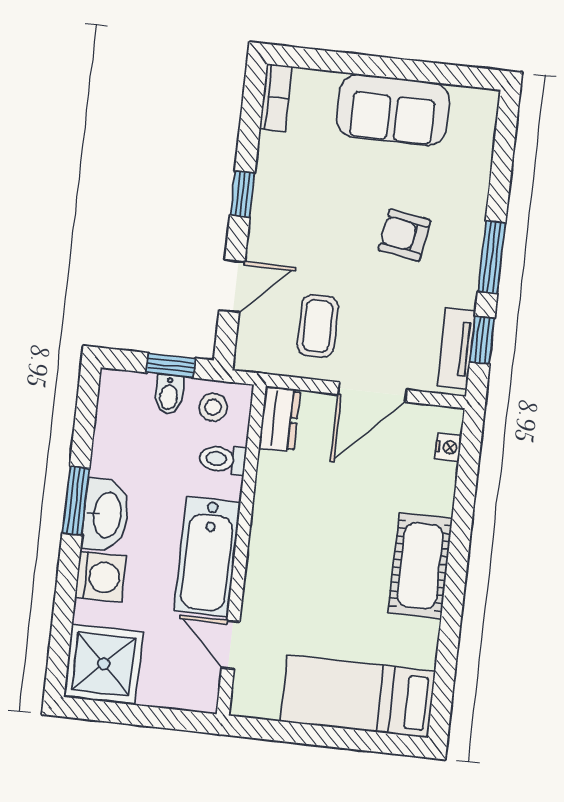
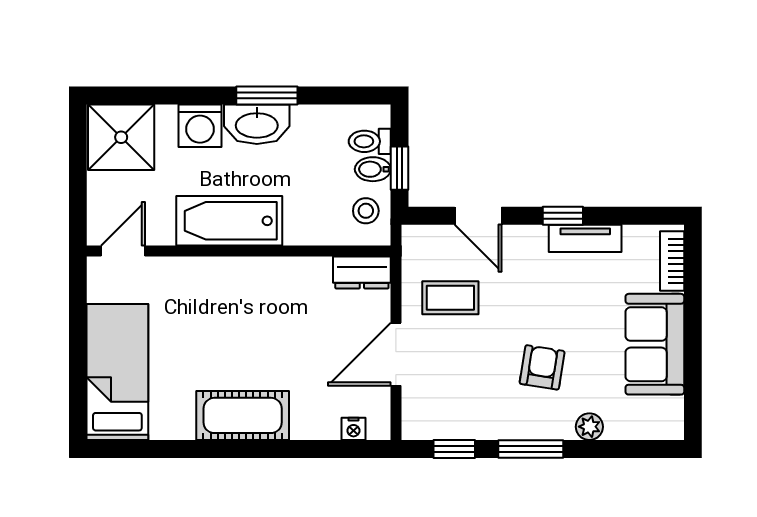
bookcase: (276, 97) -> (672, 261), moved, turned 90
plant: (475, 191) -> (589, 427), added
tv unit: (456, 348) -> (585, 238), moved, turned 180
door: (372, 392) -> (396, 354), hinge flipped
toilet: (223, 459) -> (370, 141), moved, turned -90
door: (231, 645) -> (123, 251), moved

